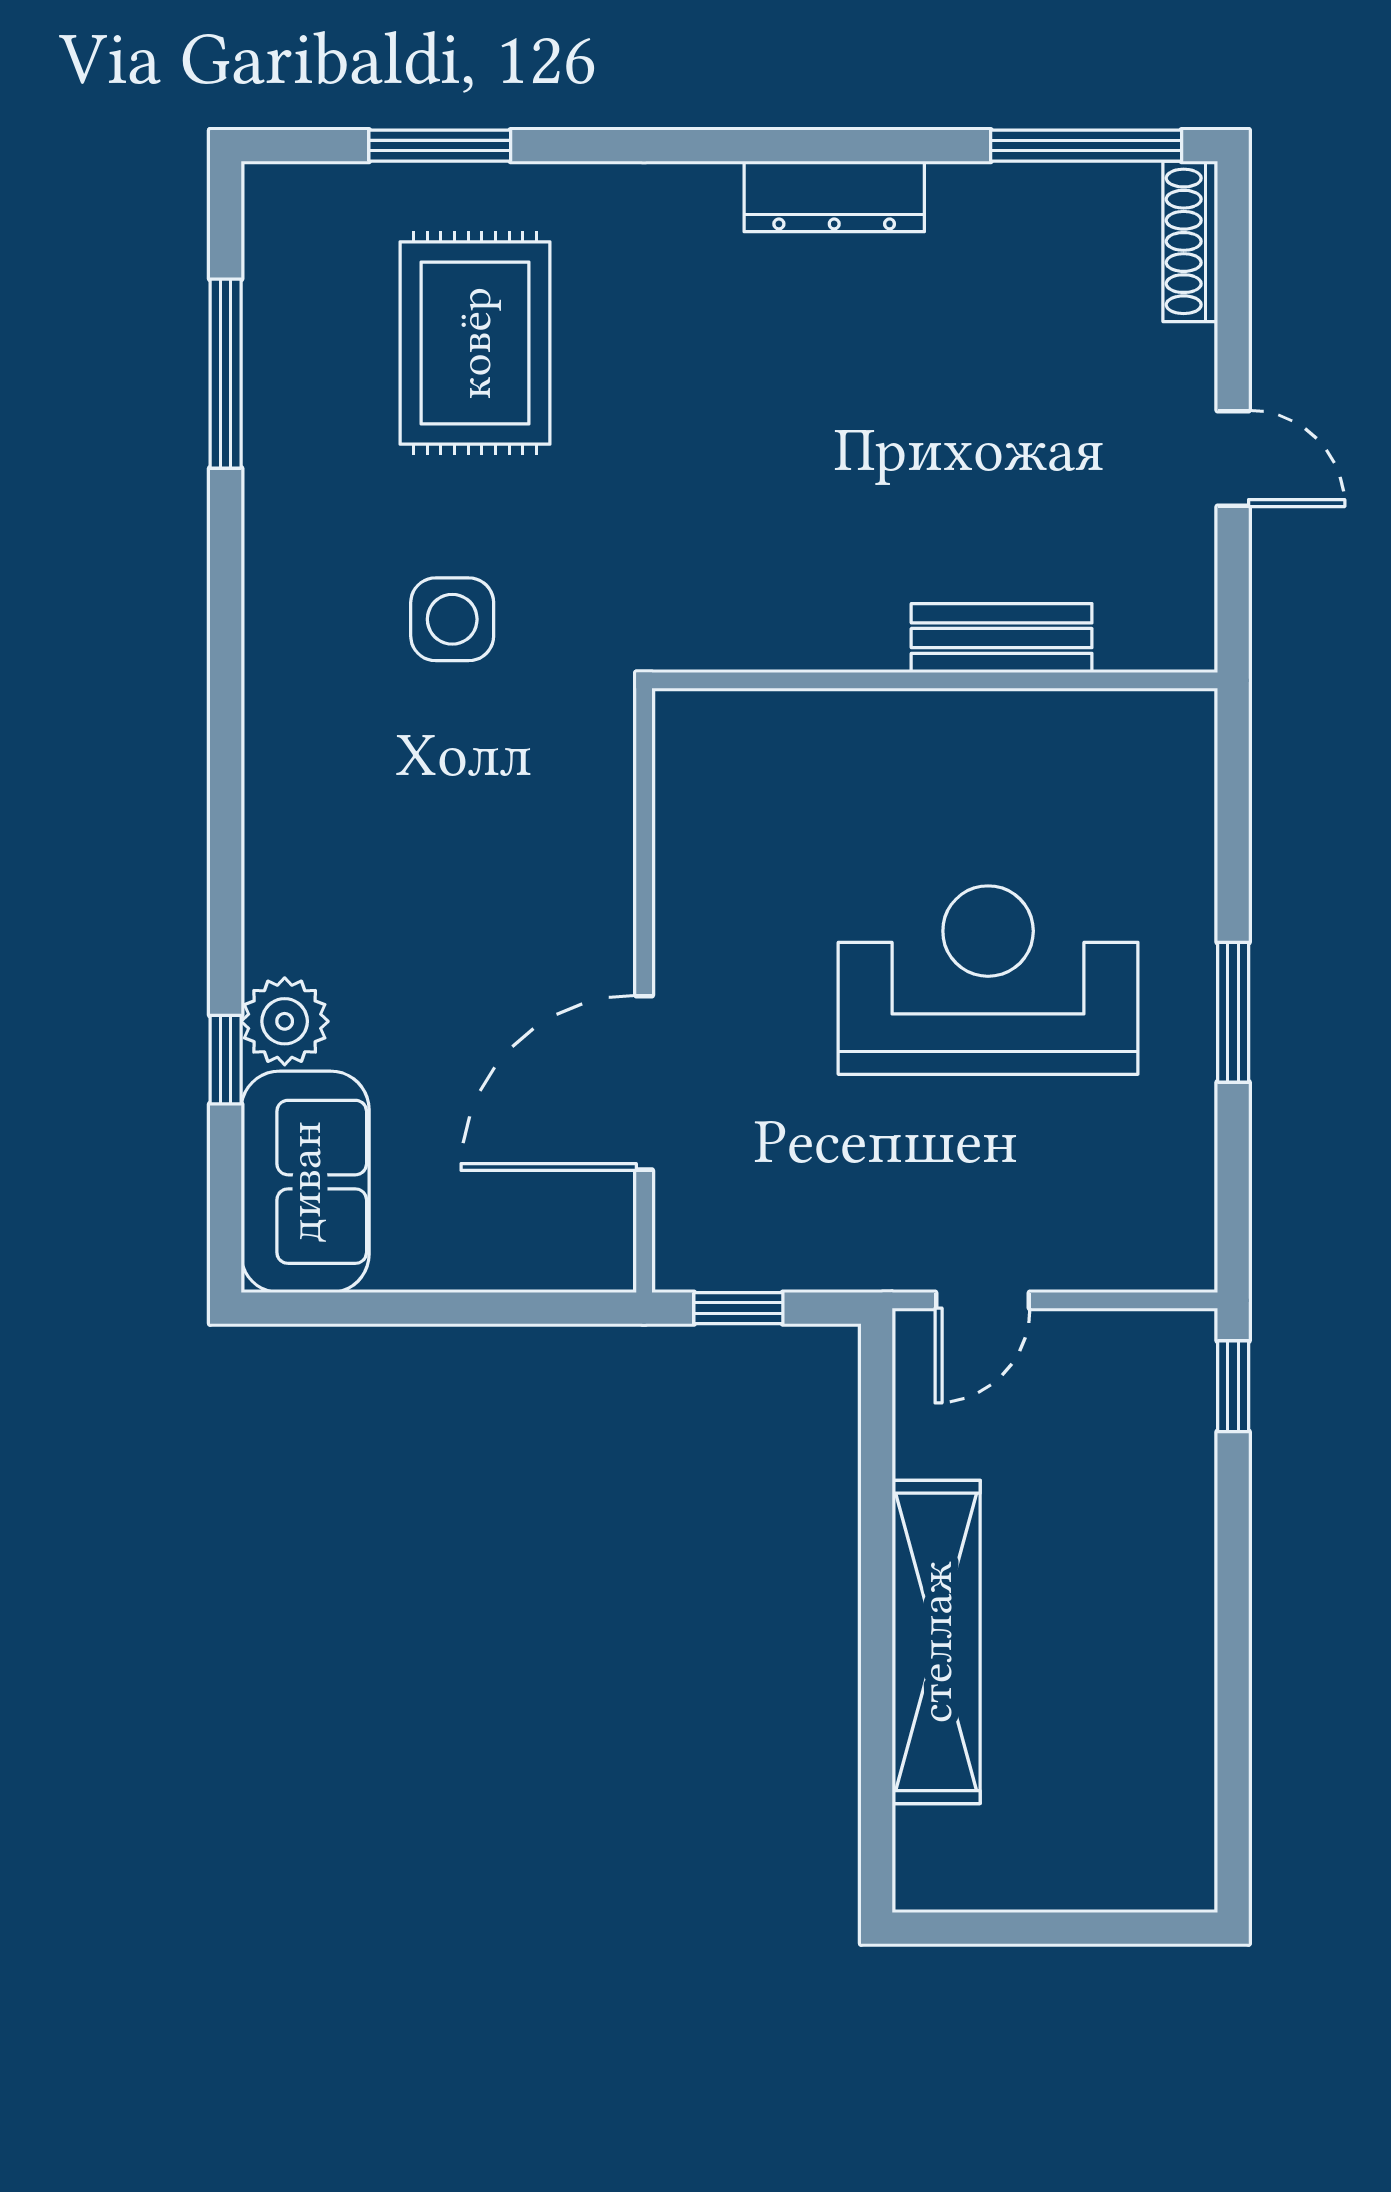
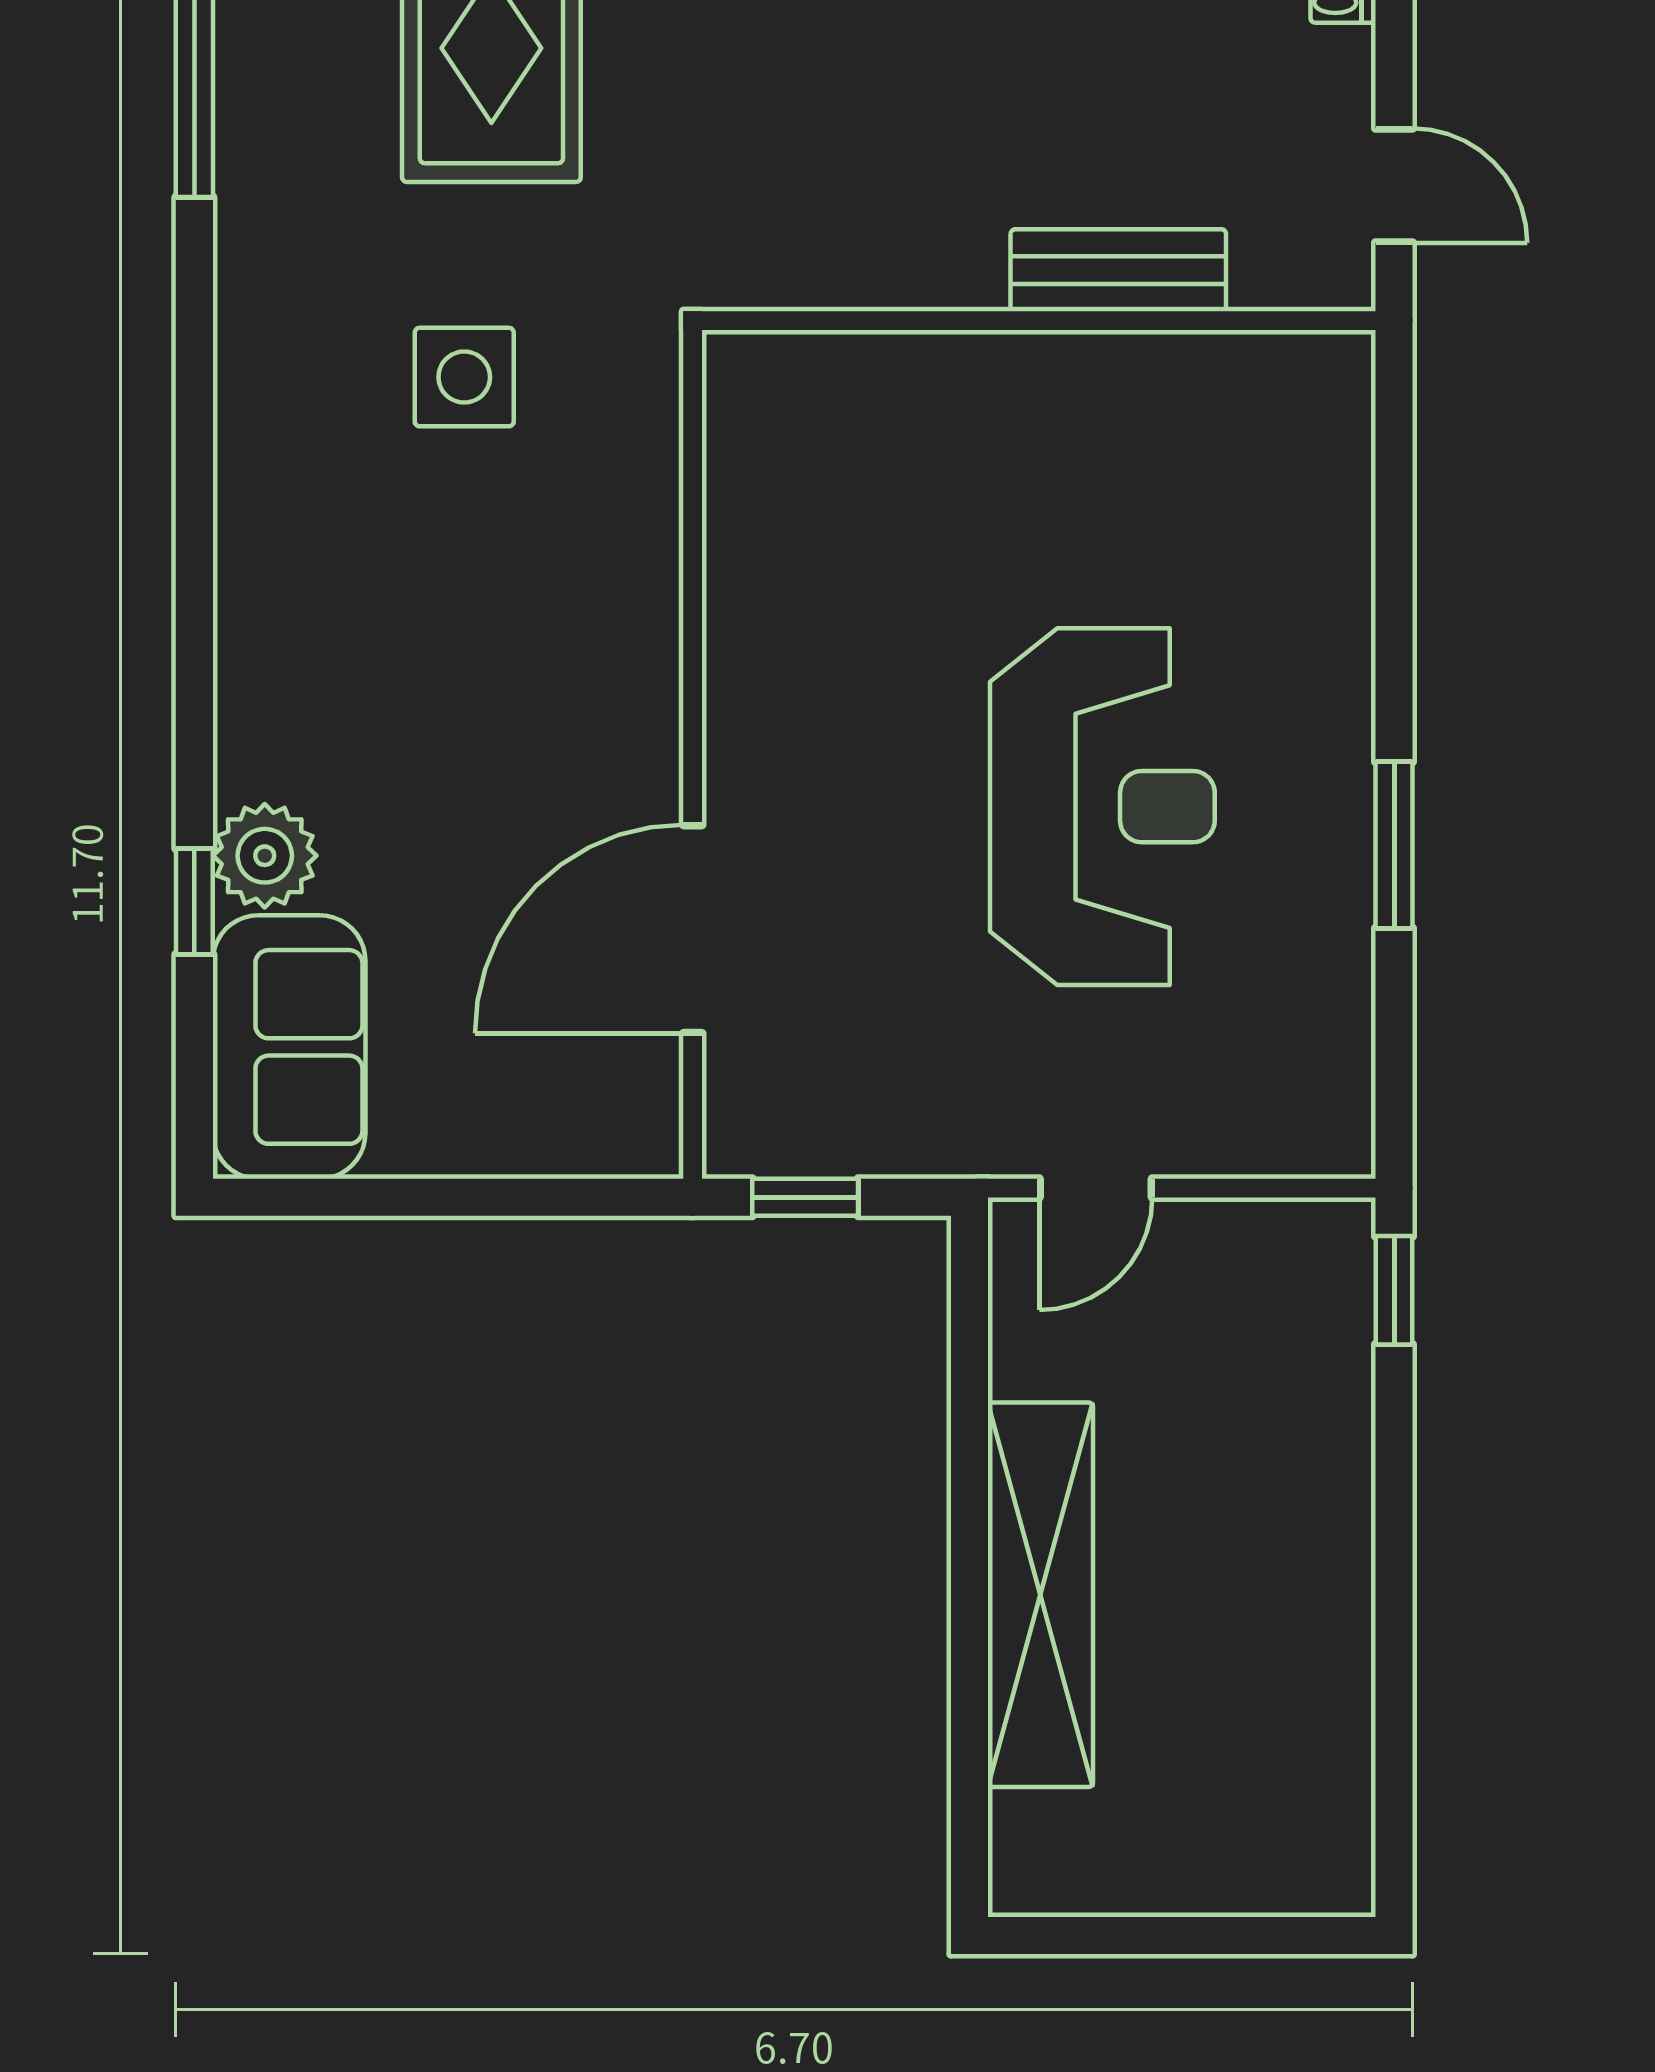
bench: (1002, 638) -> (1118, 270), moved
wall: (935, 680) -> (1039, 321), moved
reception desk: (988, 980) -> (1102, 807), turned 90

